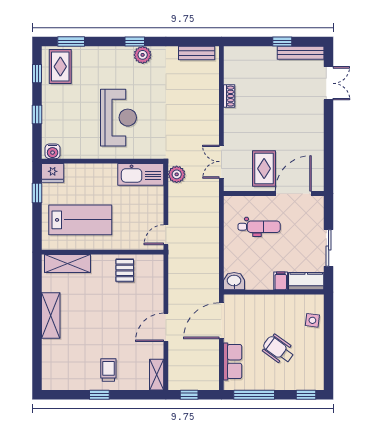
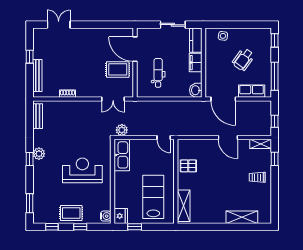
bench: (301, 53) -> (37, 76), moved
rug: (60, 67) -> (71, 213), moved
filing cabinet: (281, 281) -> (196, 63), width x2.00
shelving: (51, 315) -> (242, 217), moved
window: (99, 395) -> (275, 159), moved

